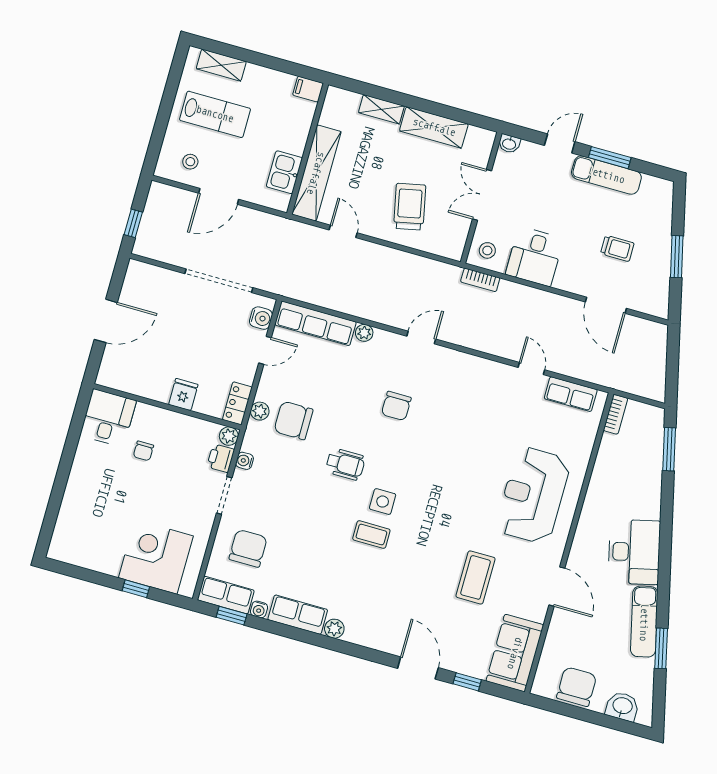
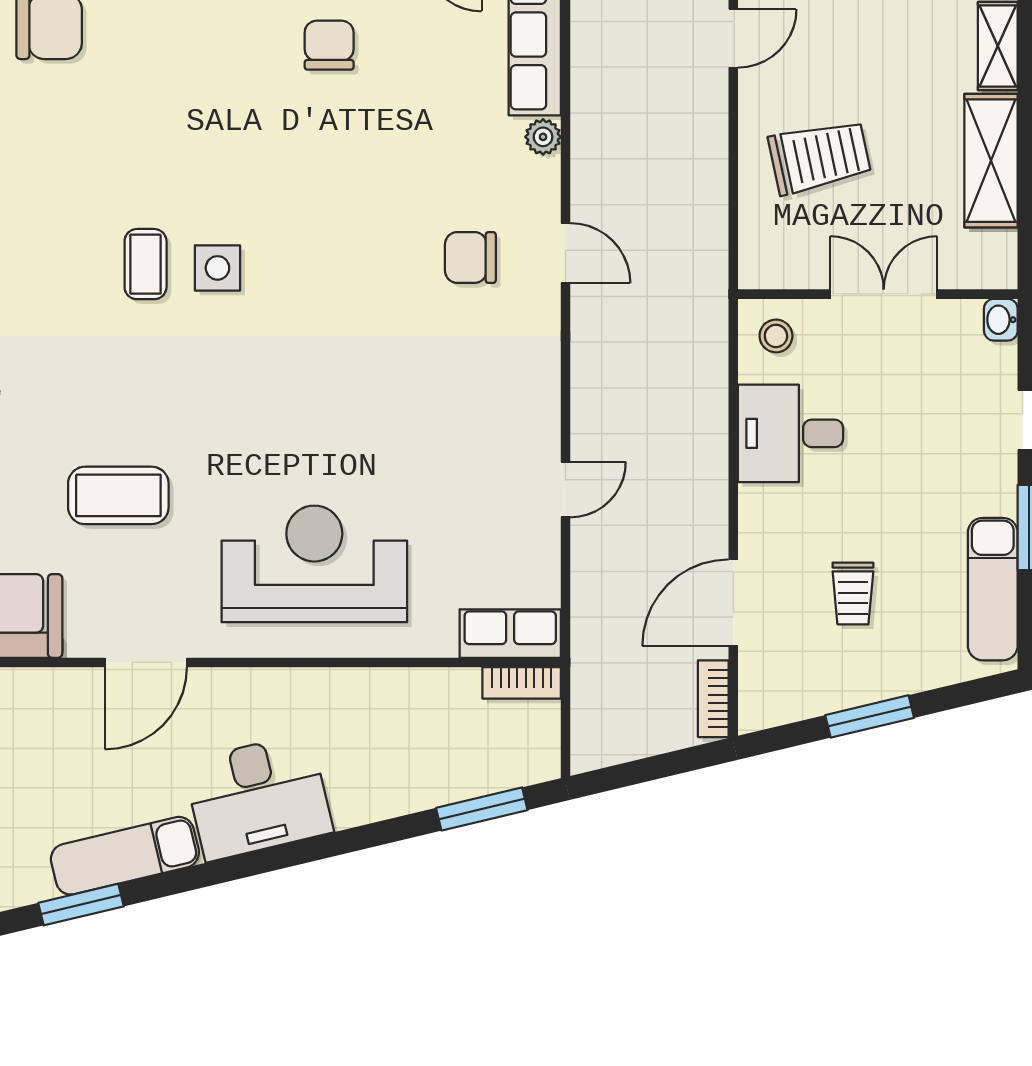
exam couch: (606, 175) -> (993, 589), moved
bookcase: (480, 280) -> (713, 699), moved
row of seats: (571, 394) -> (510, 634), moved, turned 90
chair: (396, 406) -> (470, 257), moved
chair: (294, 420) -> (329, 45), width x0.73, depth x0.73
wheelchair: (345, 464) -> (271, 173), removed

